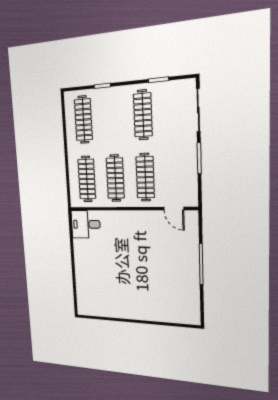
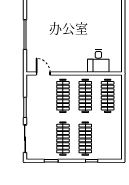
clothes rail: (83, 120) -> (85, 139), moved
desk: (86, 224) -> (98, 61), moved, turned 90

